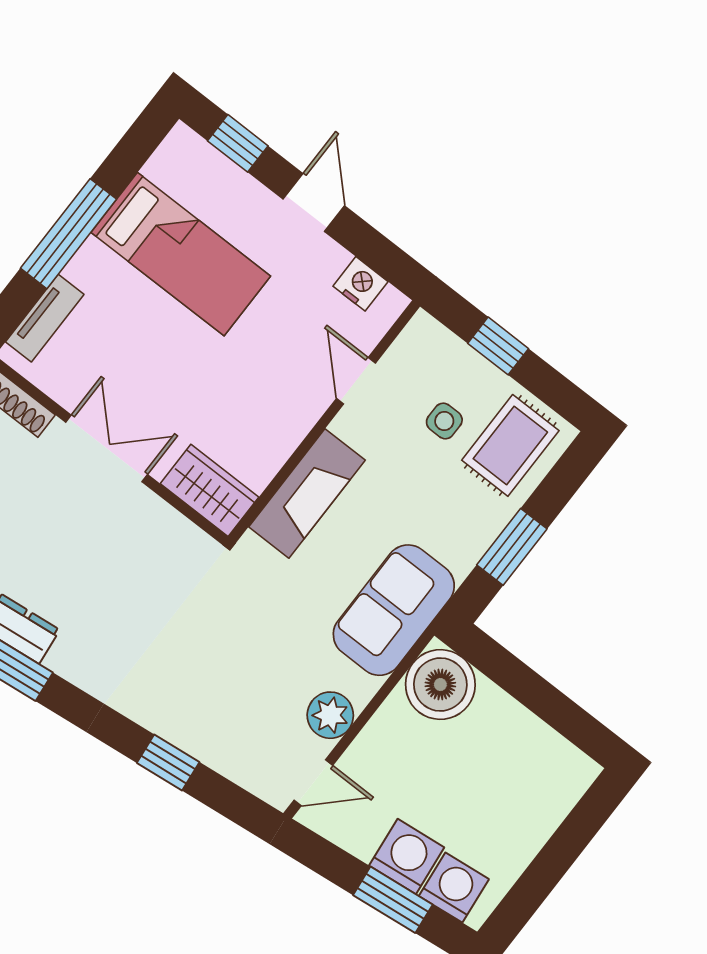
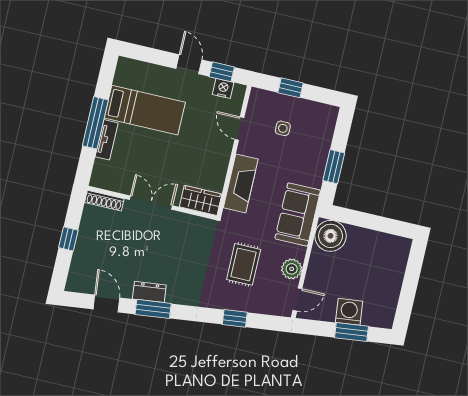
window: (238, 143) -> (222, 72), moved
tv unit: (45, 318) -> (107, 140), moved
rug: (510, 445) -> (244, 264), moved
washing machine: (454, 888) -> (374, 316), removed

